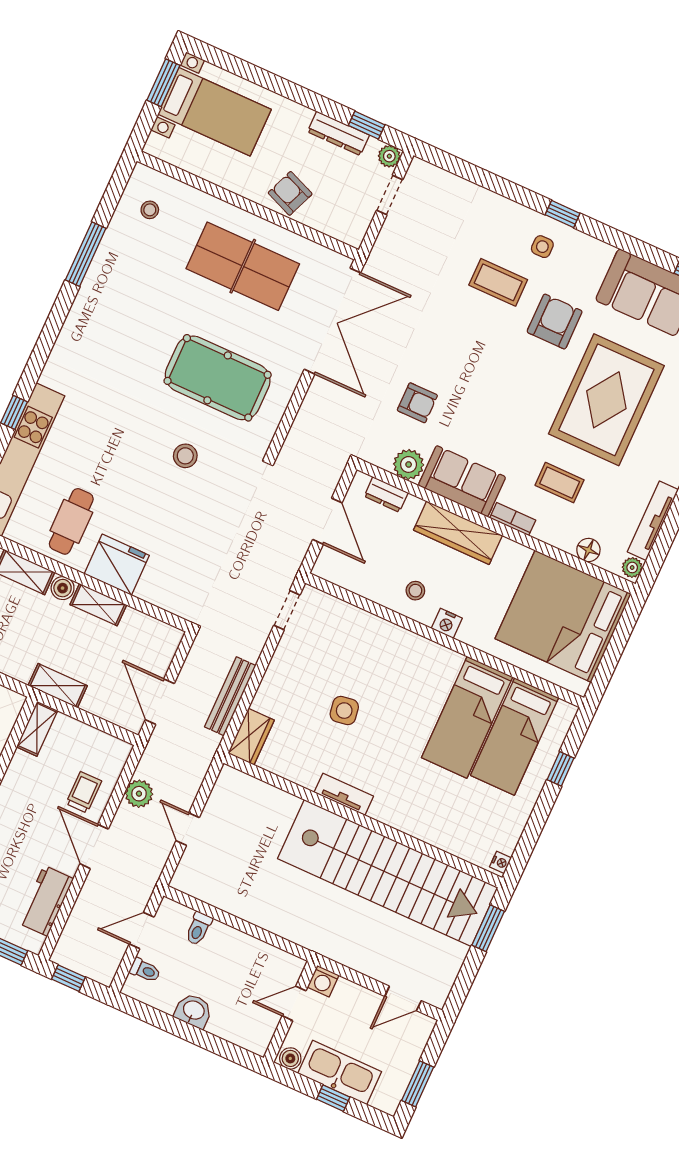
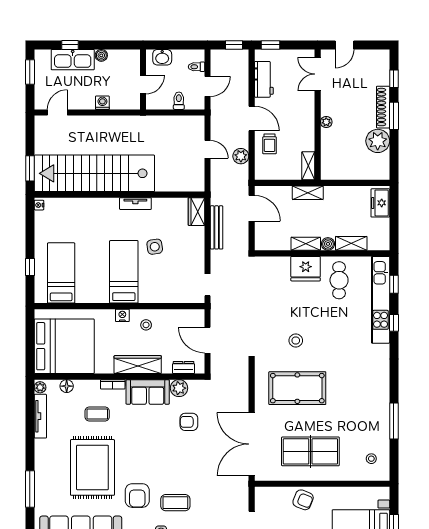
bed: (467, 717) -> (124, 272), moved
door: (294, 1003) -> (143, 85), moved
wall: (290, 1012) -> (143, 79), moved

